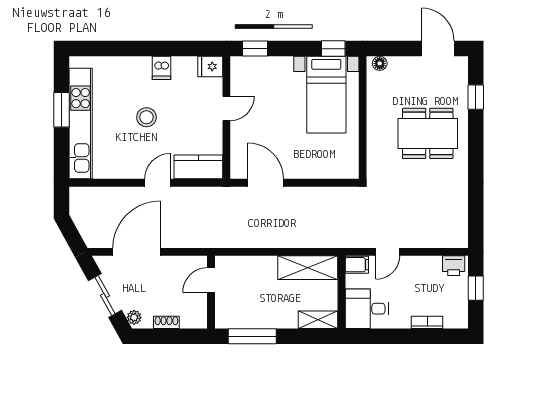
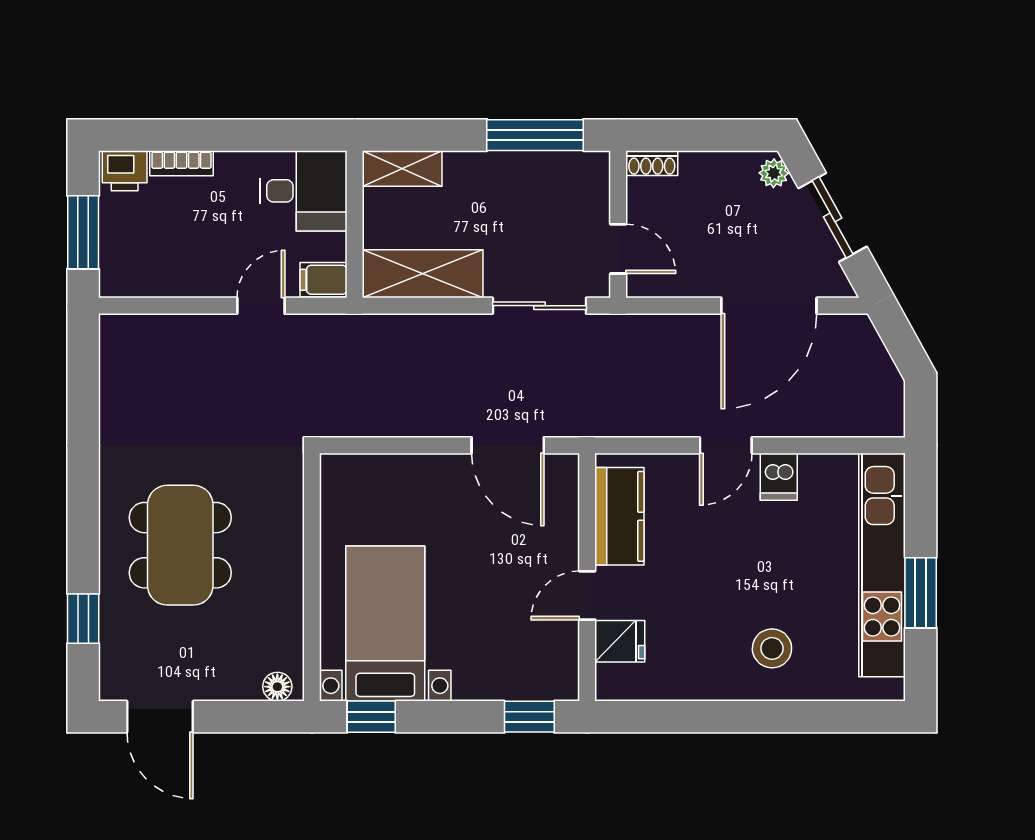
fridge: (210, 67) -> (620, 641), moved
dishwasher: (162, 68) -> (779, 477), moved, turned 180
stool: (146, 117) -> (772, 648), moved
dining table: (428, 133) -> (180, 545), turned 90
kitchen counter: (198, 167) -> (619, 516), moved, turned -90
sliding door: (250, 252) -> (539, 306), added
printer: (454, 266) -> (125, 171), moved, turned 180
door: (211, 280) -> (618, 249), hinge flipped
window: (476, 288) -> (83, 232), width x1.50
shoe rack: (166, 322) -> (652, 163), moved

